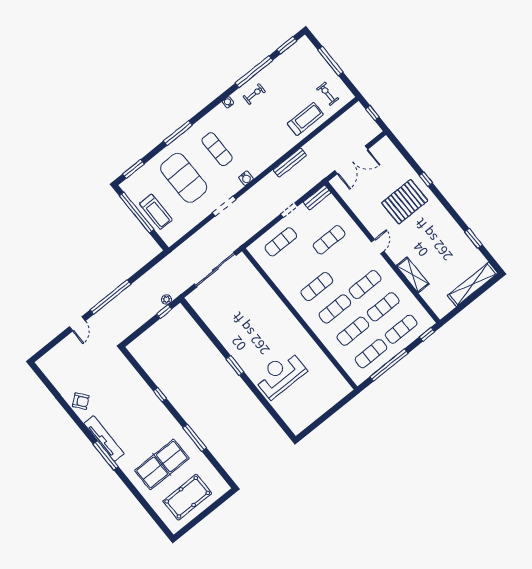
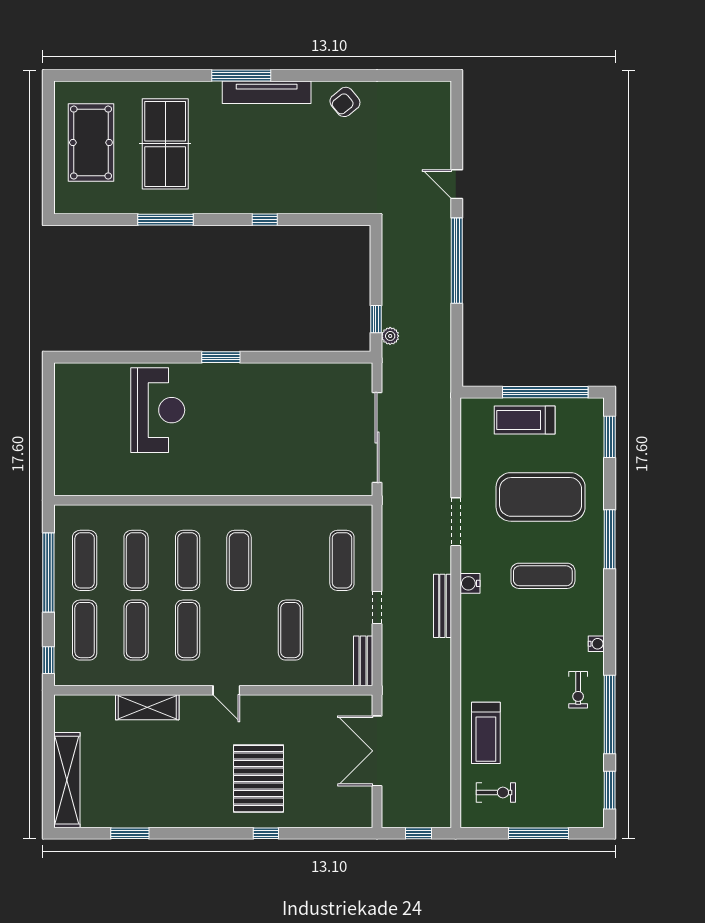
bench: (290, 163) -> (442, 606), moved

